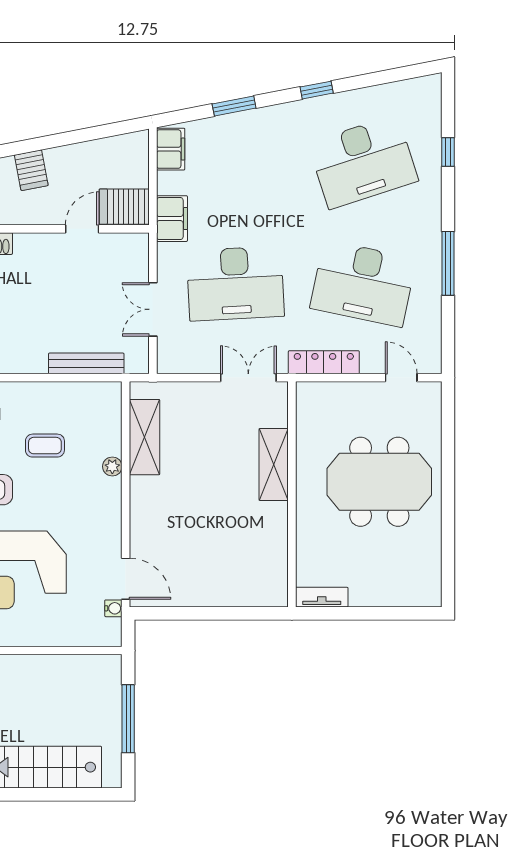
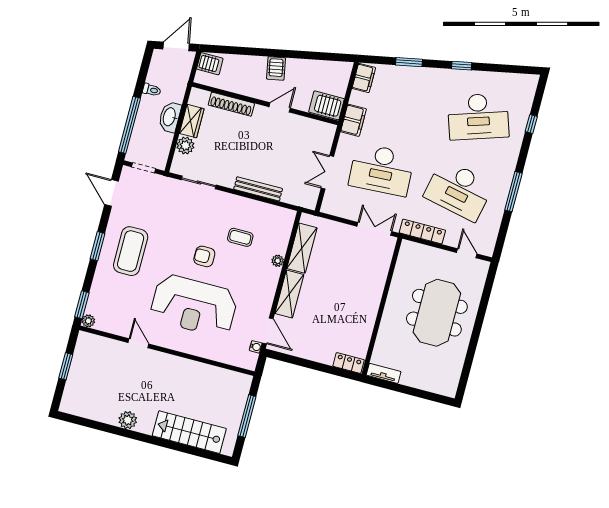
door: (82, 229) -> (280, 107), moved
bench: (86, 363) -> (258, 189), moved
shelving: (274, 464) -> (289, 294), moved
meeting table: (379, 482) -> (437, 313), turned 90
locker: (263, 595) -> (349, 363), added

